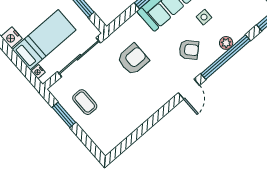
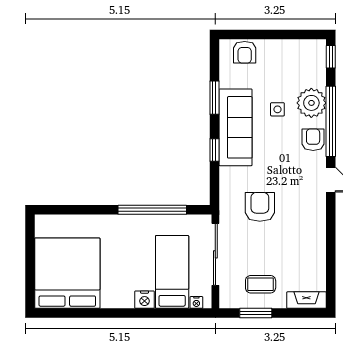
plant: (226, 43) -> (311, 103), width x1.87, depth x1.87
armchair: (189, 50) -> (313, 140), moved, turned -47
fireplace: (100, 140) -> (306, 300), added

